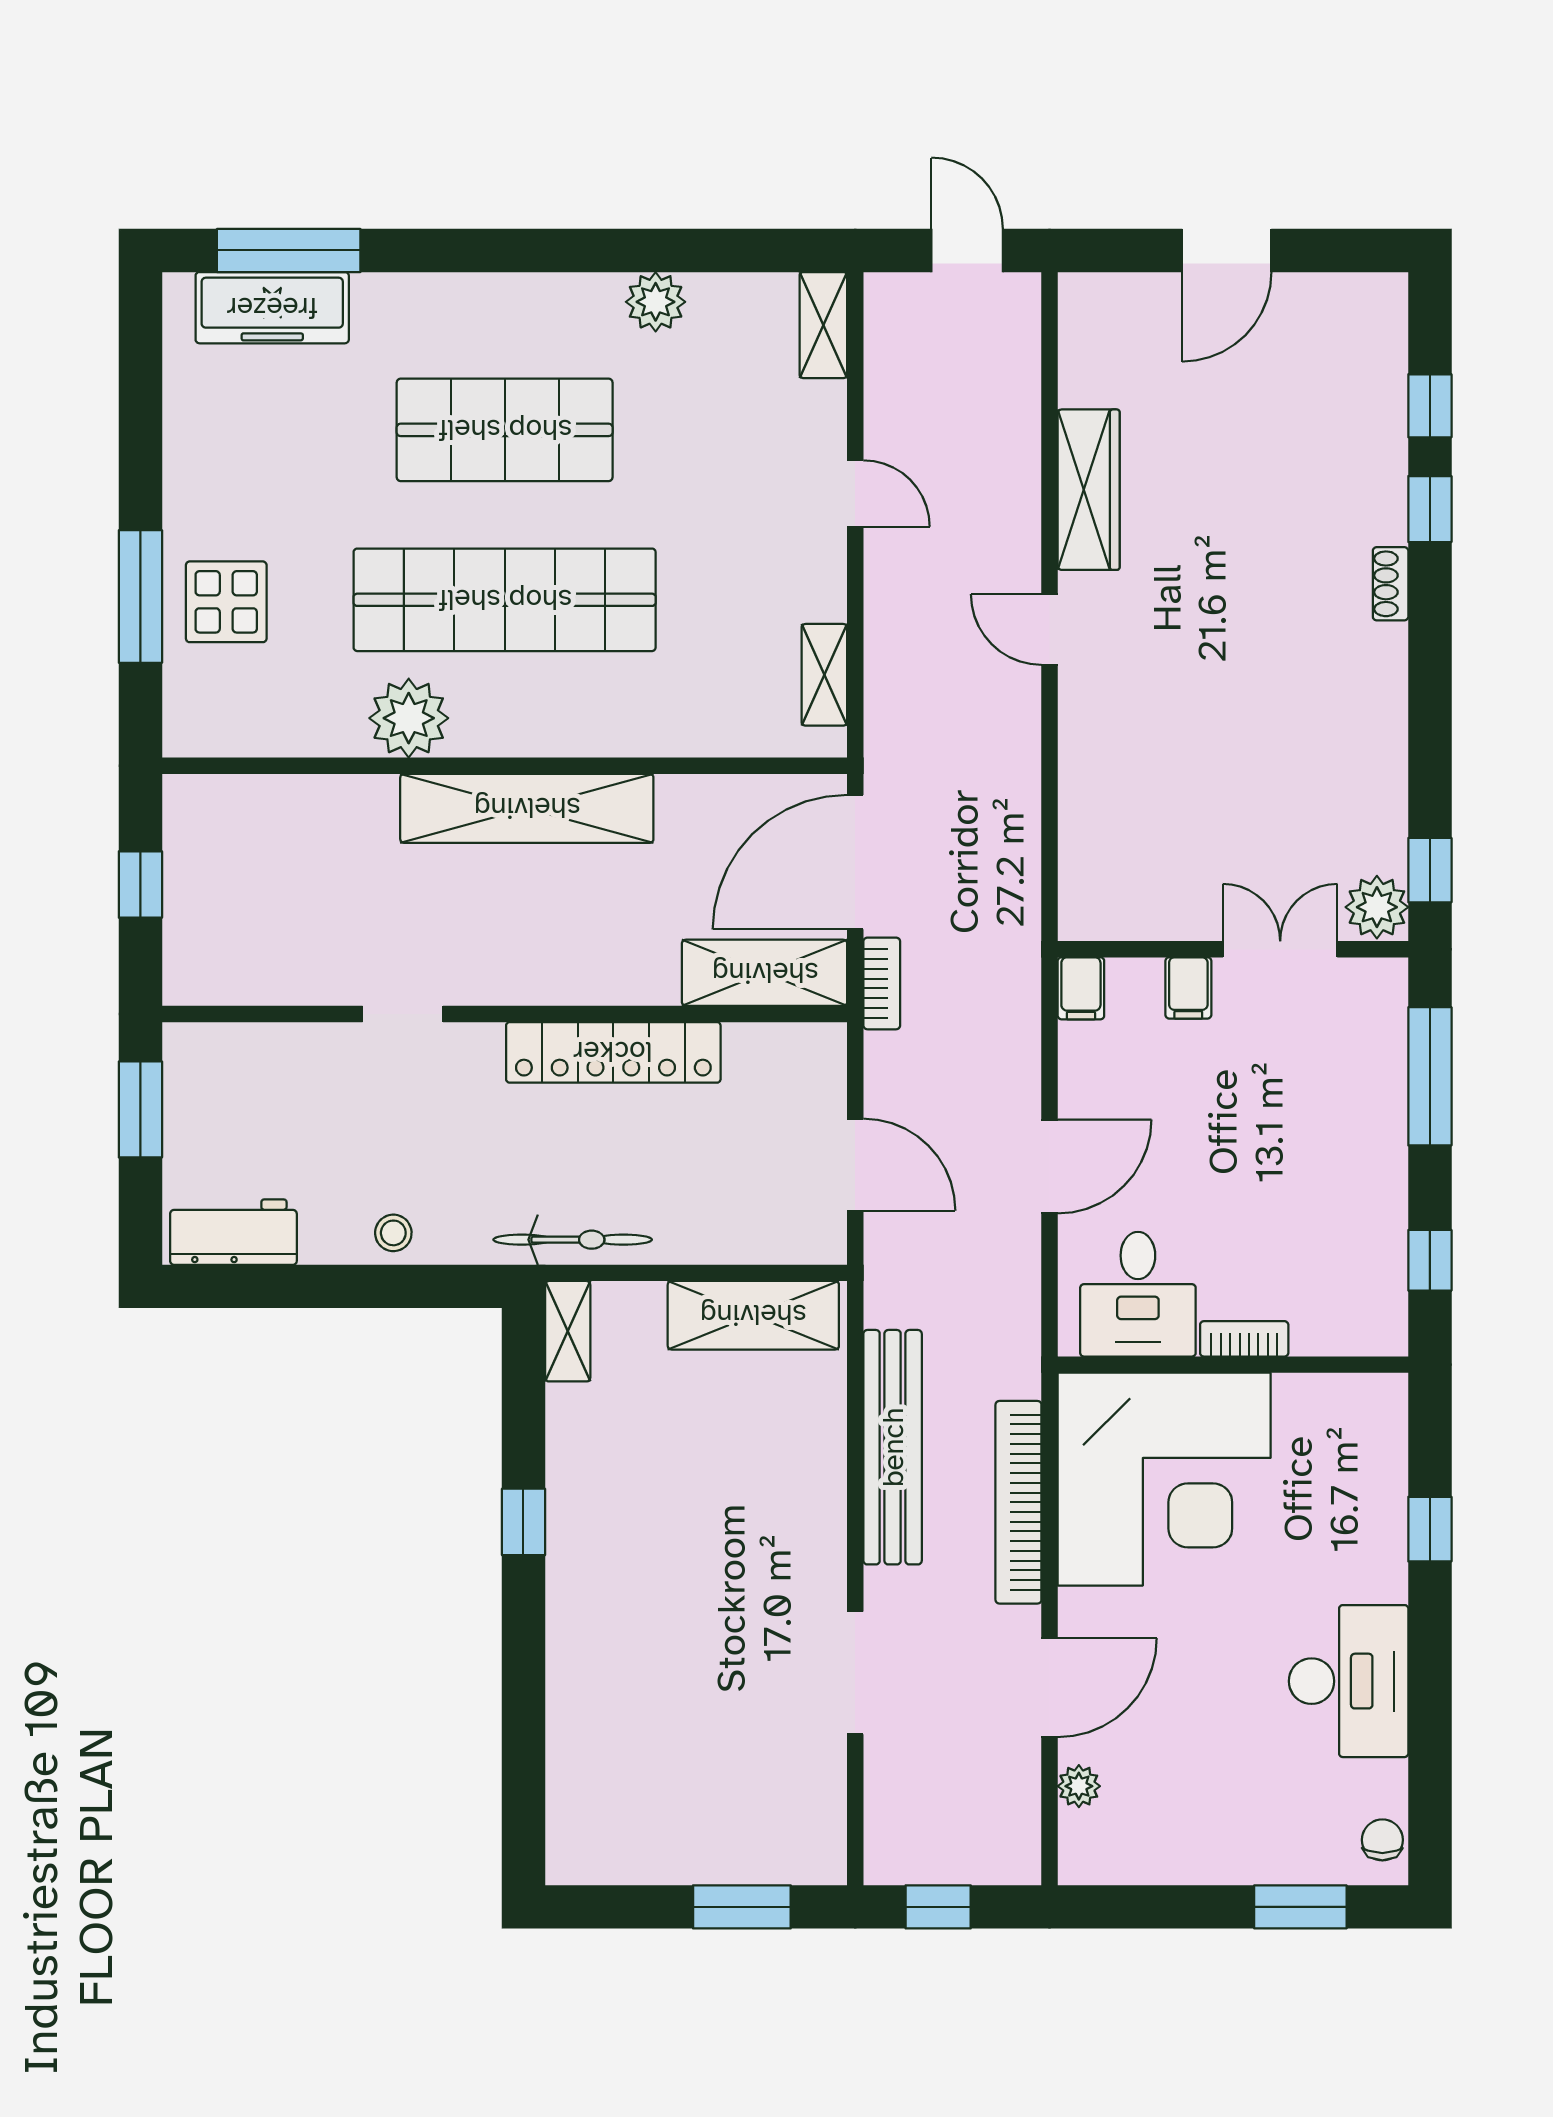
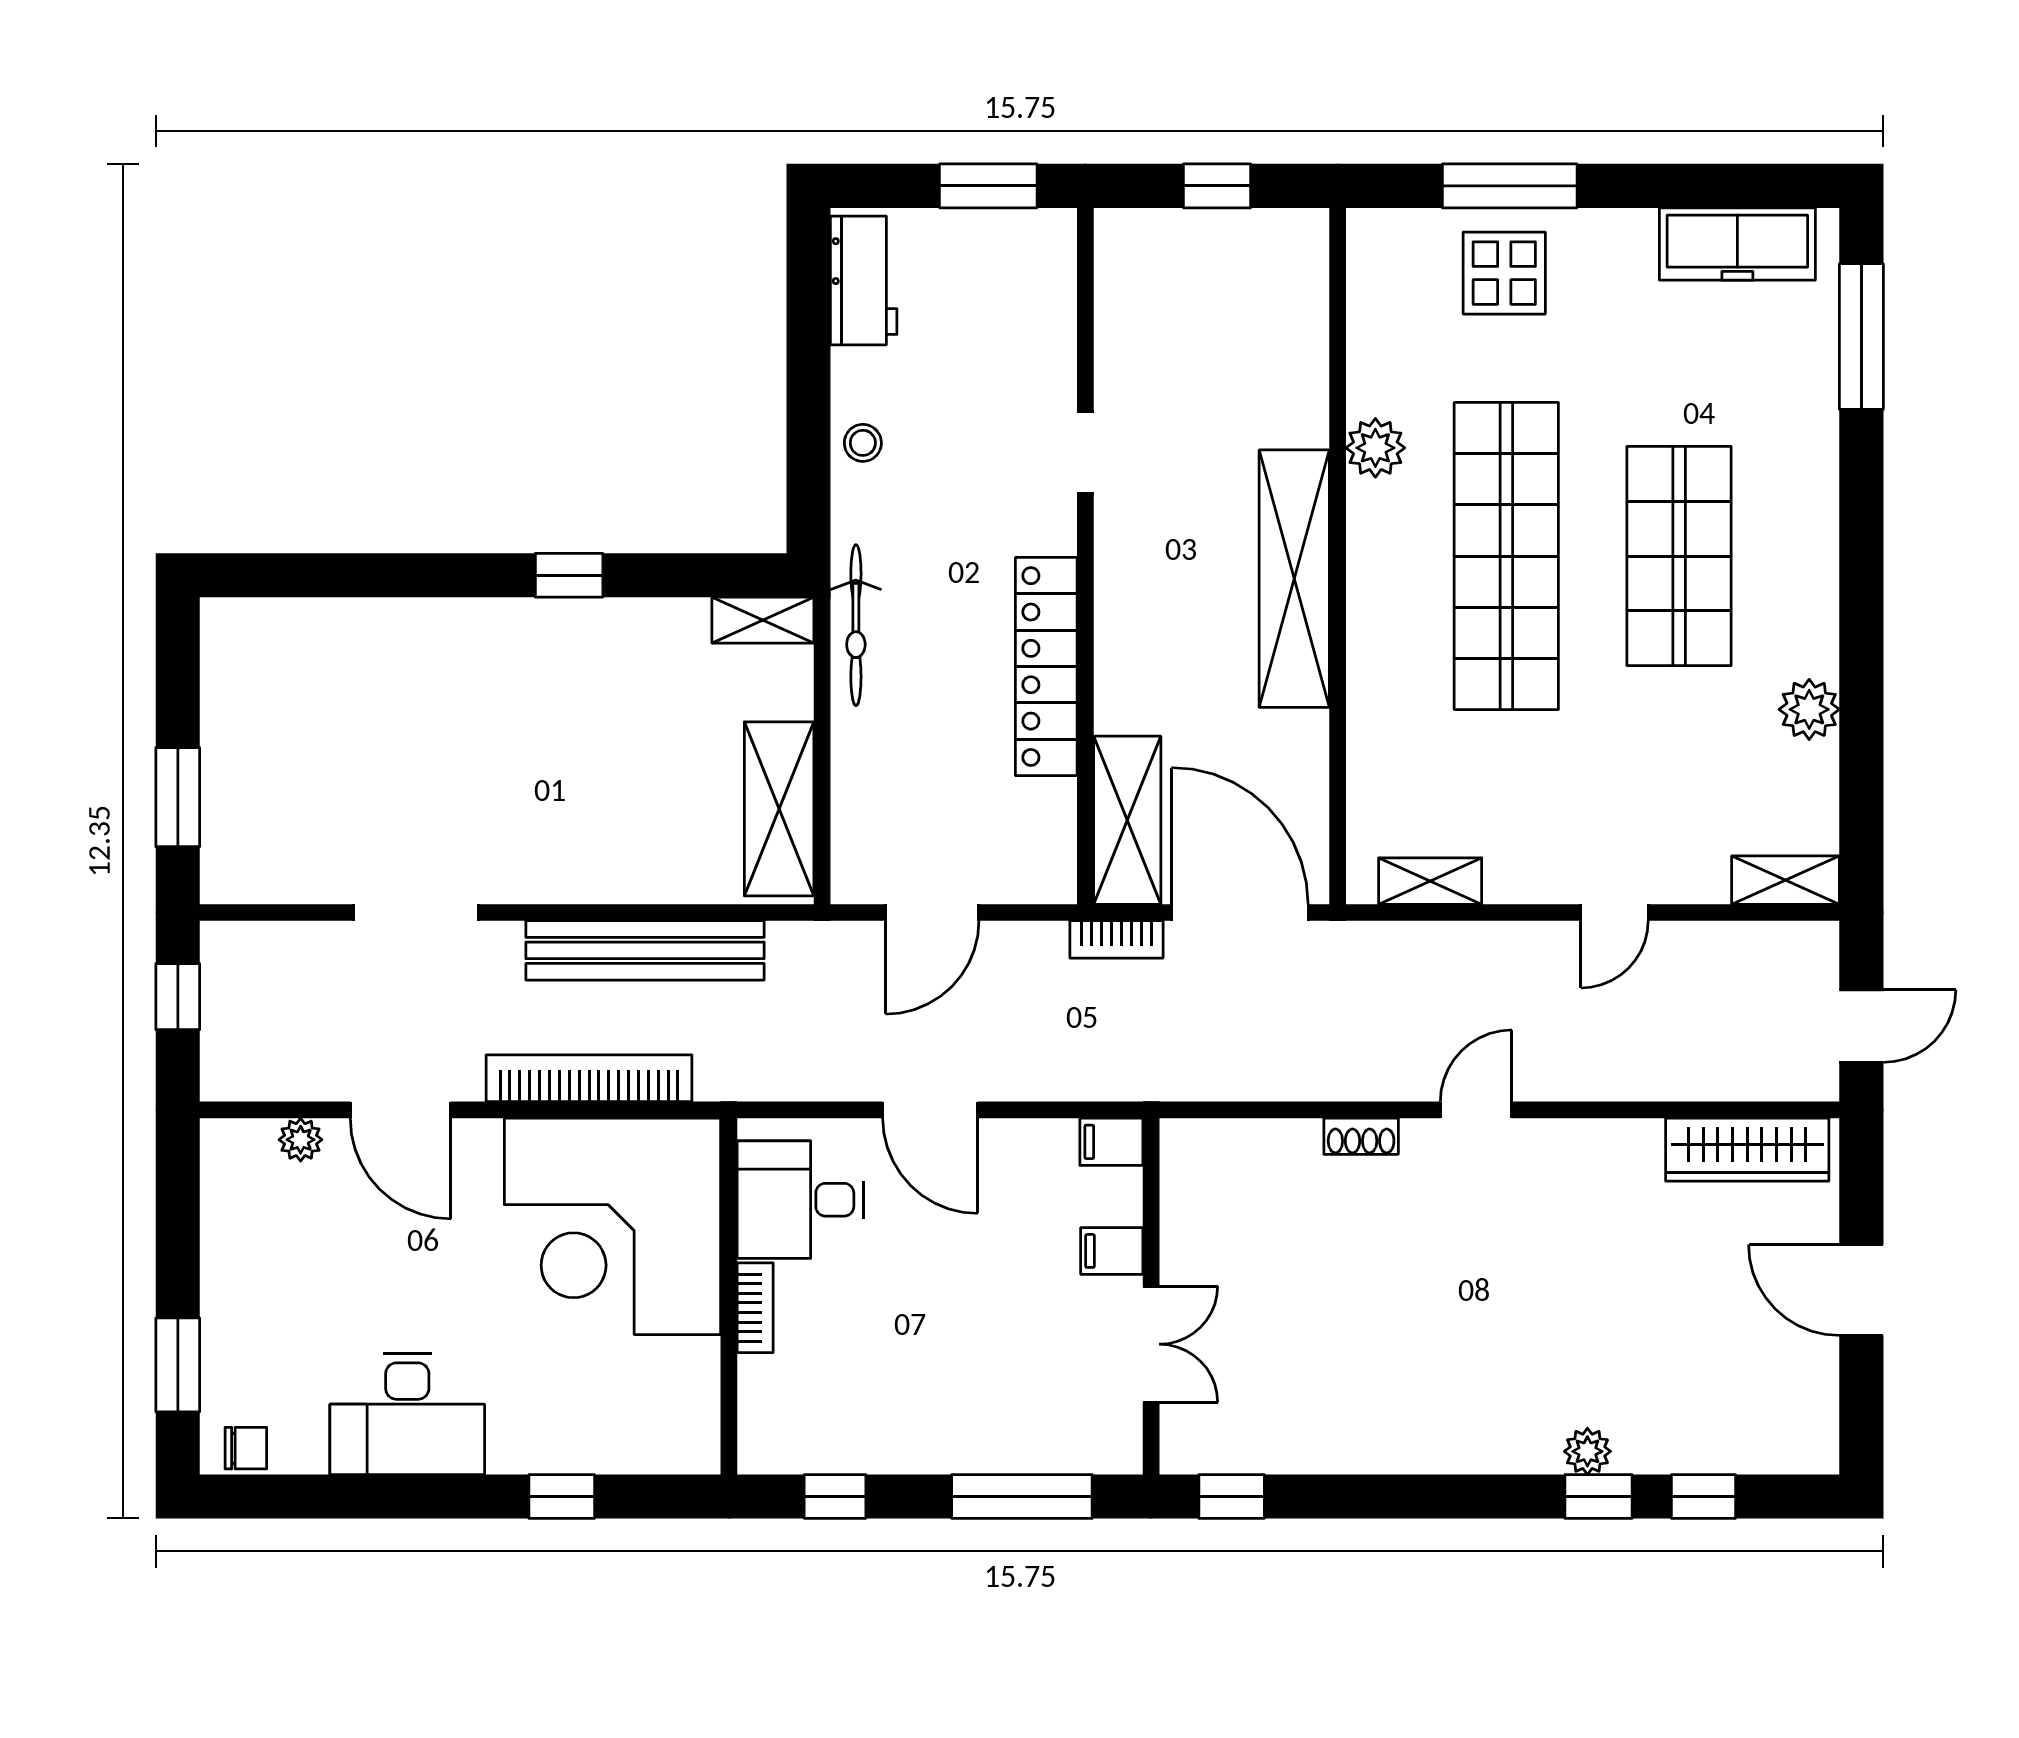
freezer: (272, 308) -> (1737, 244), moved, turned -90
wardrobe: (1089, 490) -> (1747, 1150), moved
shoe rack: (1391, 584) -> (1361, 1136), moved, turned 180
plant: (409, 718) -> (1375, 448), width x0.73, depth x0.73
plant: (1377, 907) -> (1587, 1451), moved, width x0.73, depth x0.73

